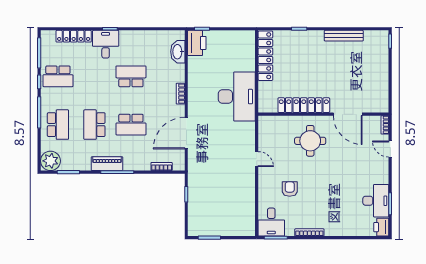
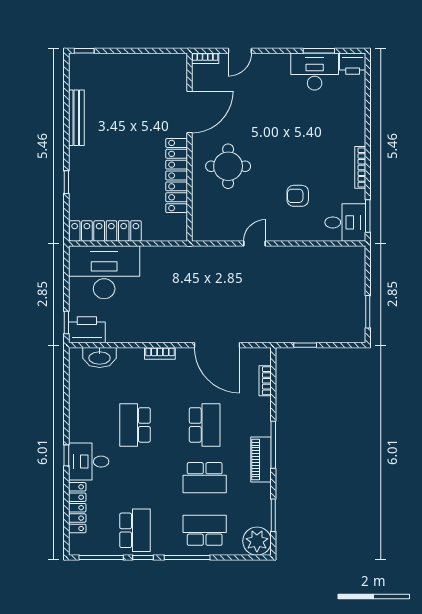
desk: (237, 97) -> (104, 272), moved

